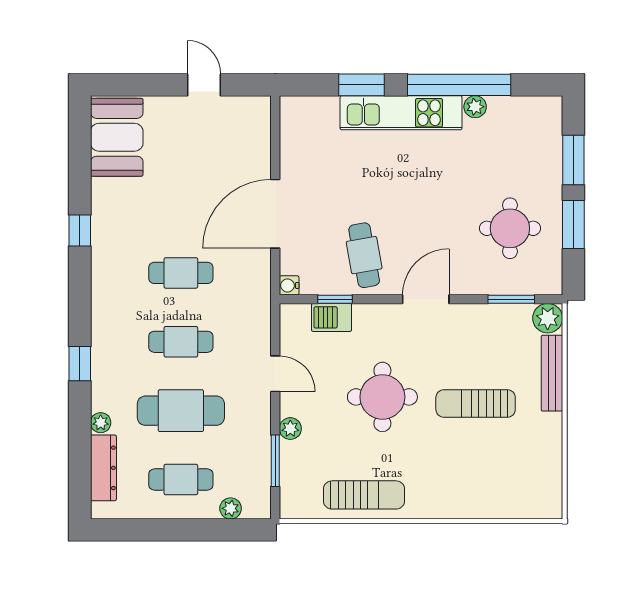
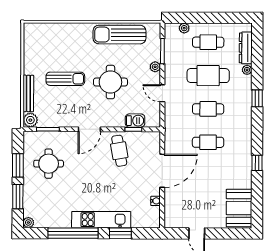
plant: (475, 107) -> (28, 222), moved
water cooler: (289, 285) -> (156, 201), moved
sun lounger: (364, 495) -> (119, 35), width x1.36, depth x1.34

